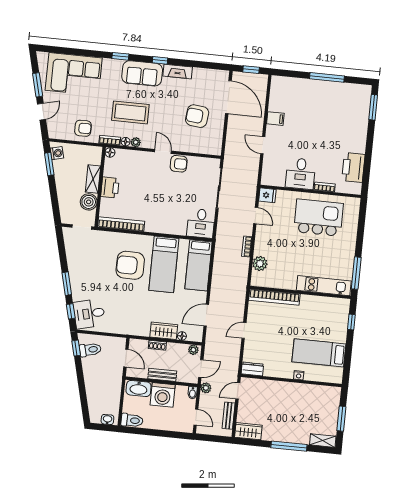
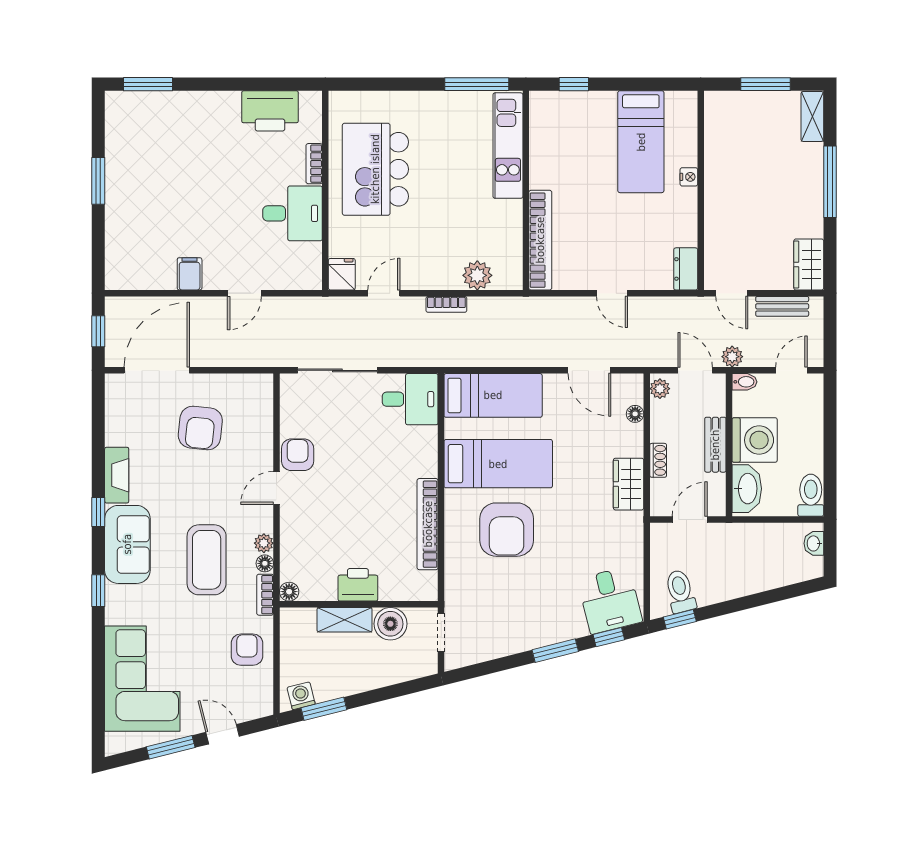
window: (327, 77) -> (98, 181), width x0.69
bookcase: (121, 224) -> (428, 524), moved
wardrobe: (164, 331) -> (629, 484), moved

